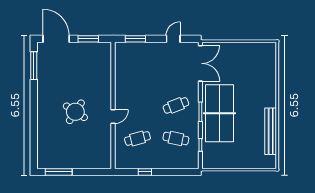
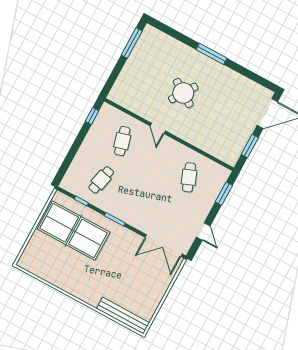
window: (34, 66) -> (212, 54), moved
cafe table: (176, 105) -> (189, 177), moved
table tennis table: (219, 113) -> (74, 231), moved
bench: (271, 131) -> (123, 316), moved
window: (145, 172) -> (92, 116), moved

